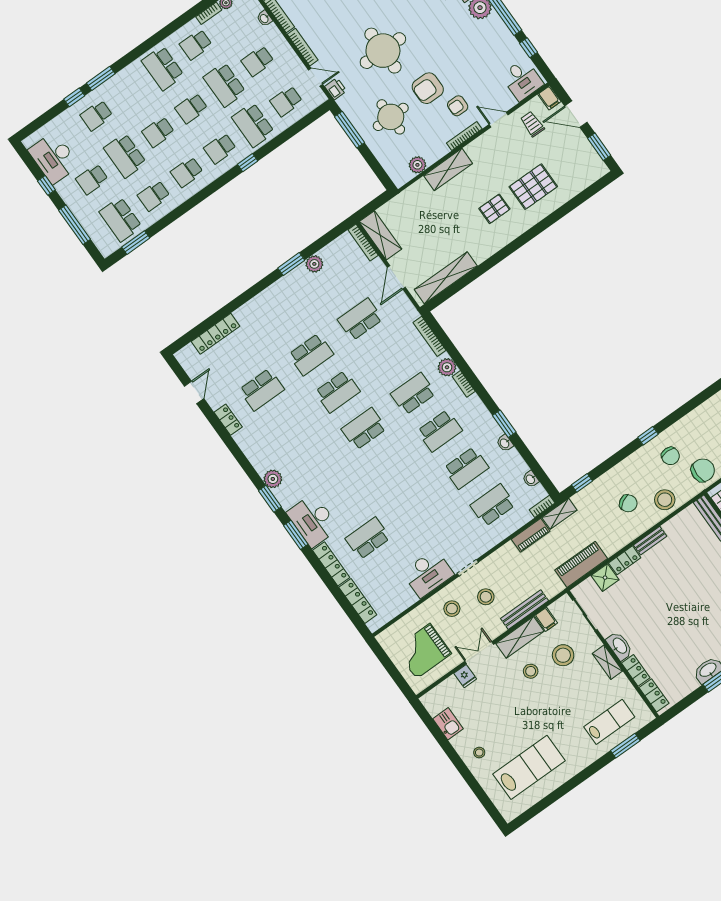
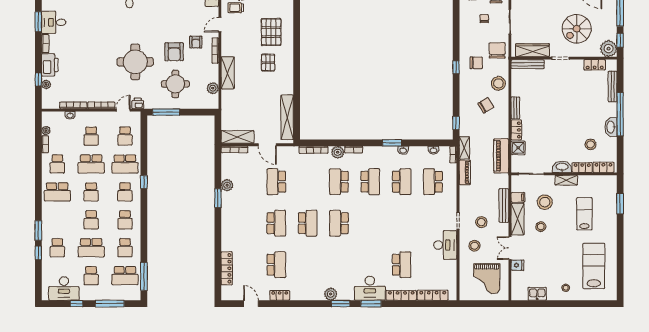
window: (136, 243) -> (144, 276), width x1.44
school desk: (368, 538) -> (402, 265), turned 180
stool: (670, 661) -> (591, 144), added
lab bench: (609, 722) -> (584, 214), moved

